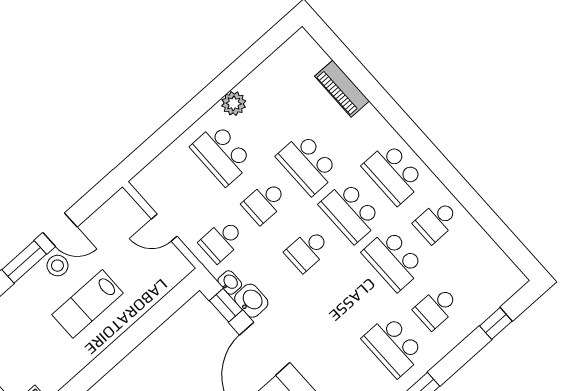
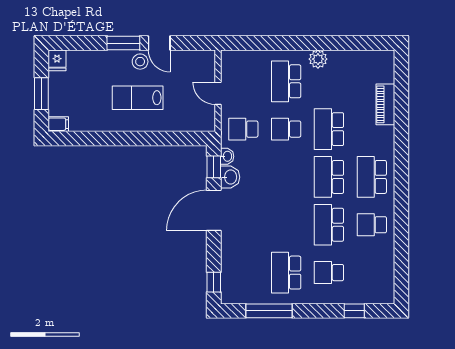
school desk: (307, 250) -> (286, 177), removed

